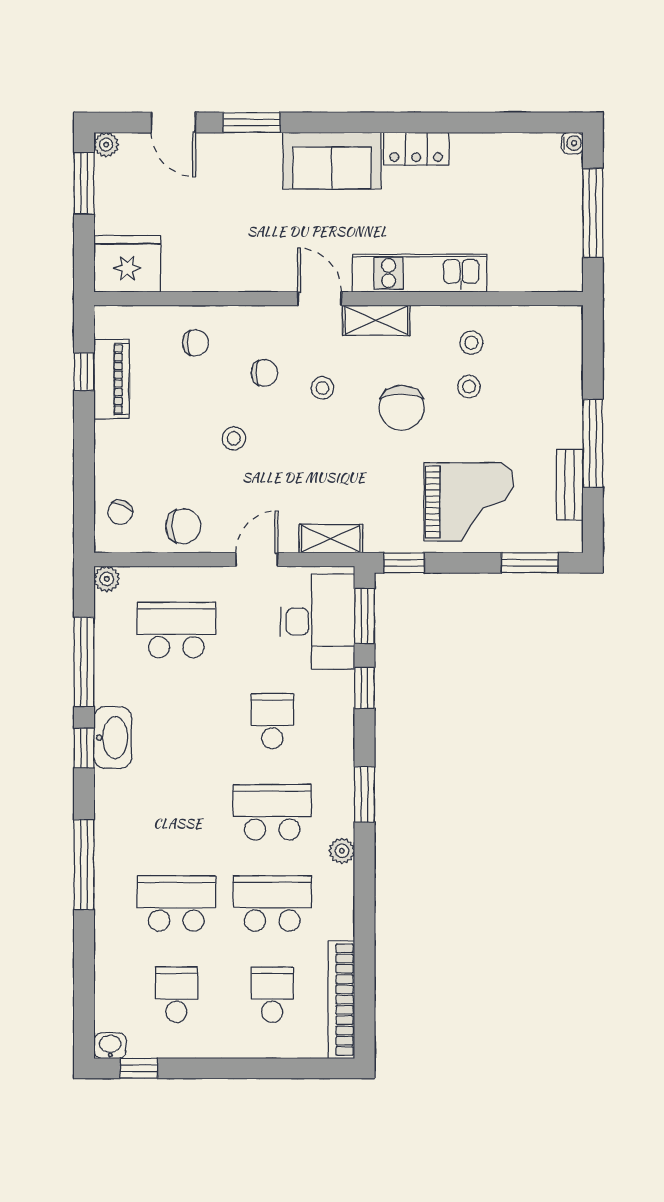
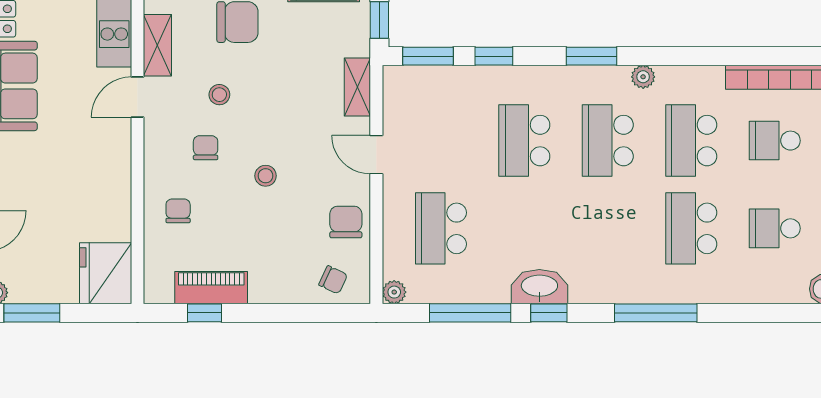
desk: (318, 622) -> (433, 99), removed
school desk: (272, 721) -> (524, 141), width x1.85

